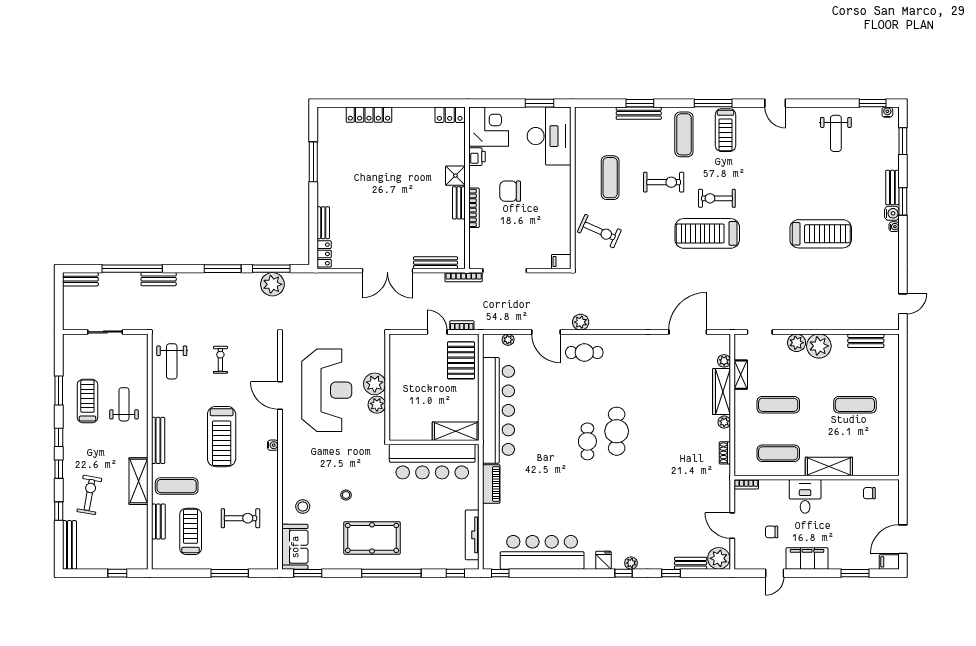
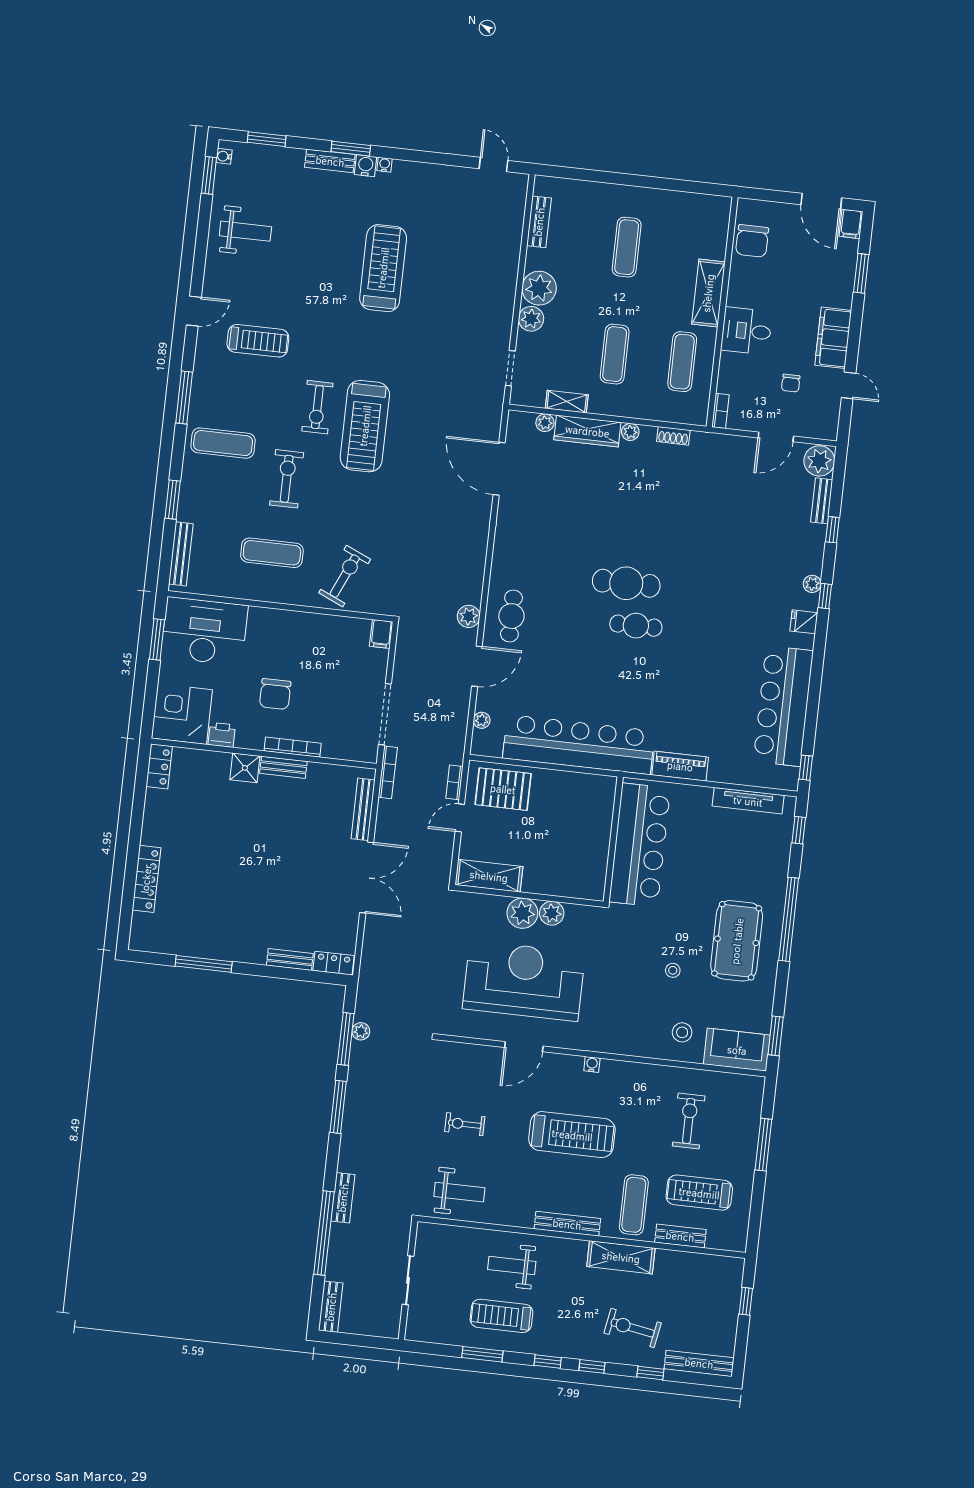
bench: (639, 113) -> (181, 554), moved
treadmill: (726, 130) -> (258, 341), moved
plant: (272, 284) -> (361, 1031), width x0.53, depth x0.53
shelving: (456, 431) -> (489, 876), moved, turned 90
chair: (869, 493) -> (752, 241), width x1.87, depth x1.87

